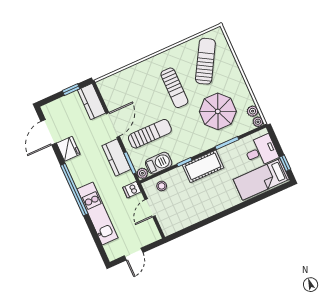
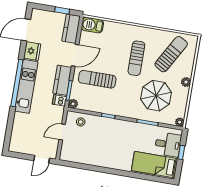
plant: (253, 111) -> (186, 82), moved
sun lounger: (150, 134) -> (97, 79), turned 180
barbecue: (159, 163) -> (92, 25), moved, turned 180
window: (285, 163) -> (181, 152), moved
cot: (203, 166) -> (119, 128), removed
dishwasher: (132, 190) -> (59, 100), moved
kitchen unit: (98, 213) -> (26, 86), moved
door: (134, 254) -> (42, 159), moved

